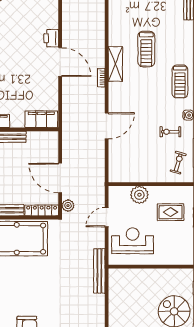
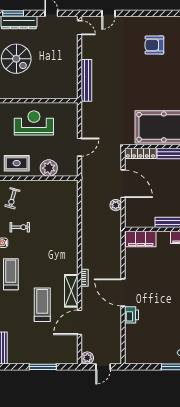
door: (107, 126) -> (79, 322), moved
plant: (68, 206) -> (116, 205), moved
rug: (171, 212) -> (17, 163), moved
reception desk: (133, 241) -> (34, 123), moved, turned 180
bench: (99, 271) -> (86, 80), moved

